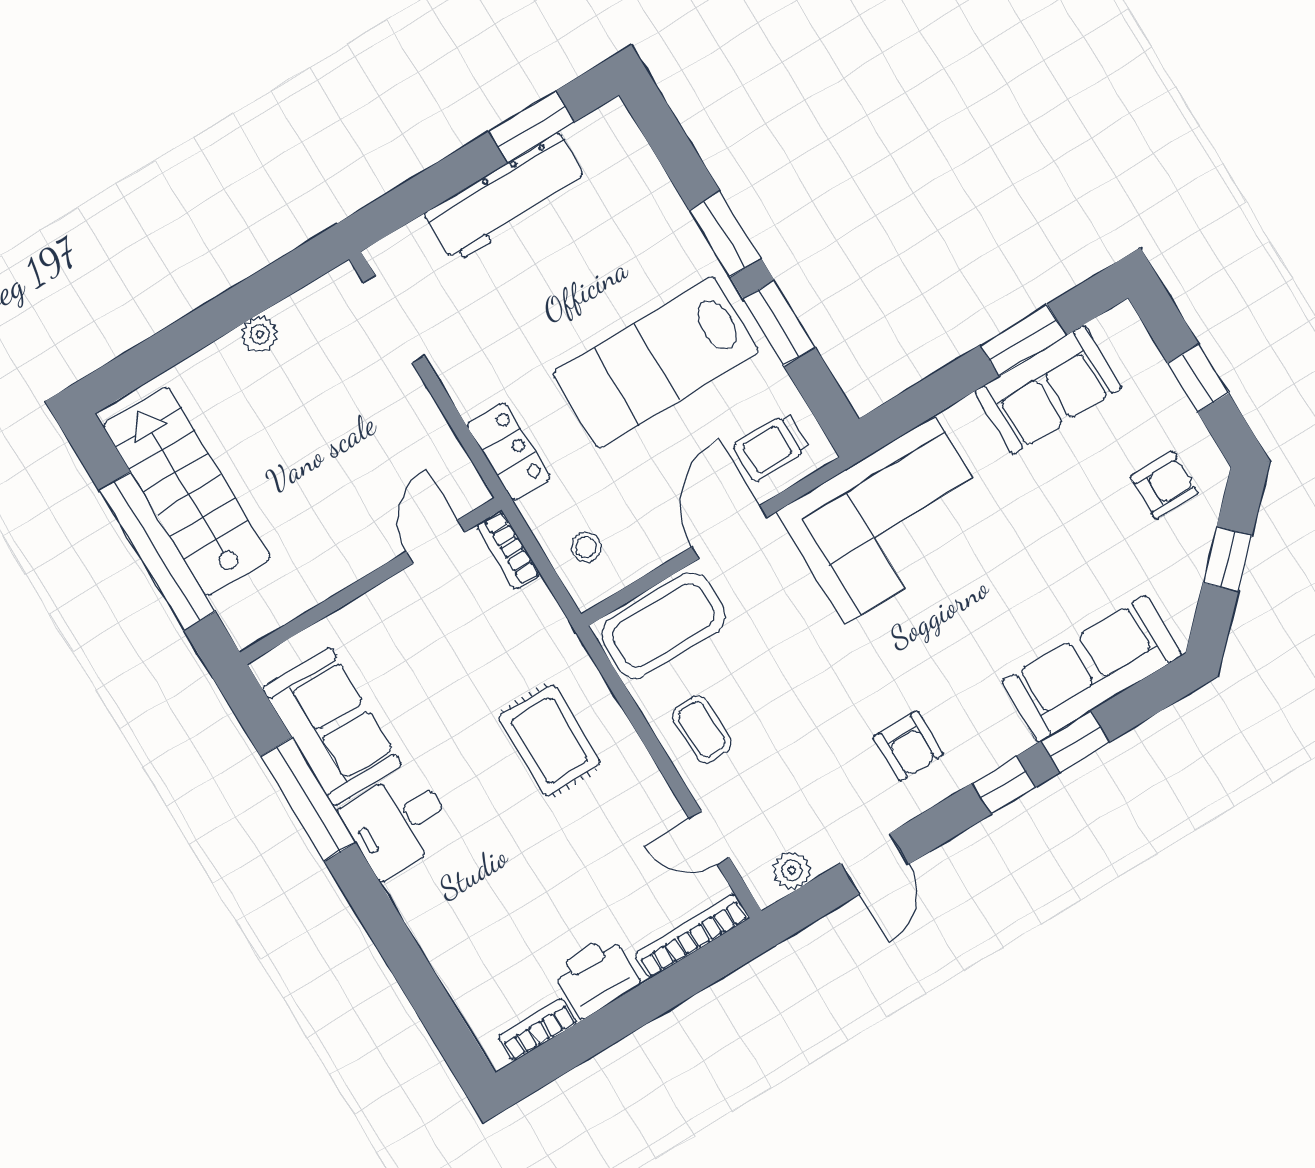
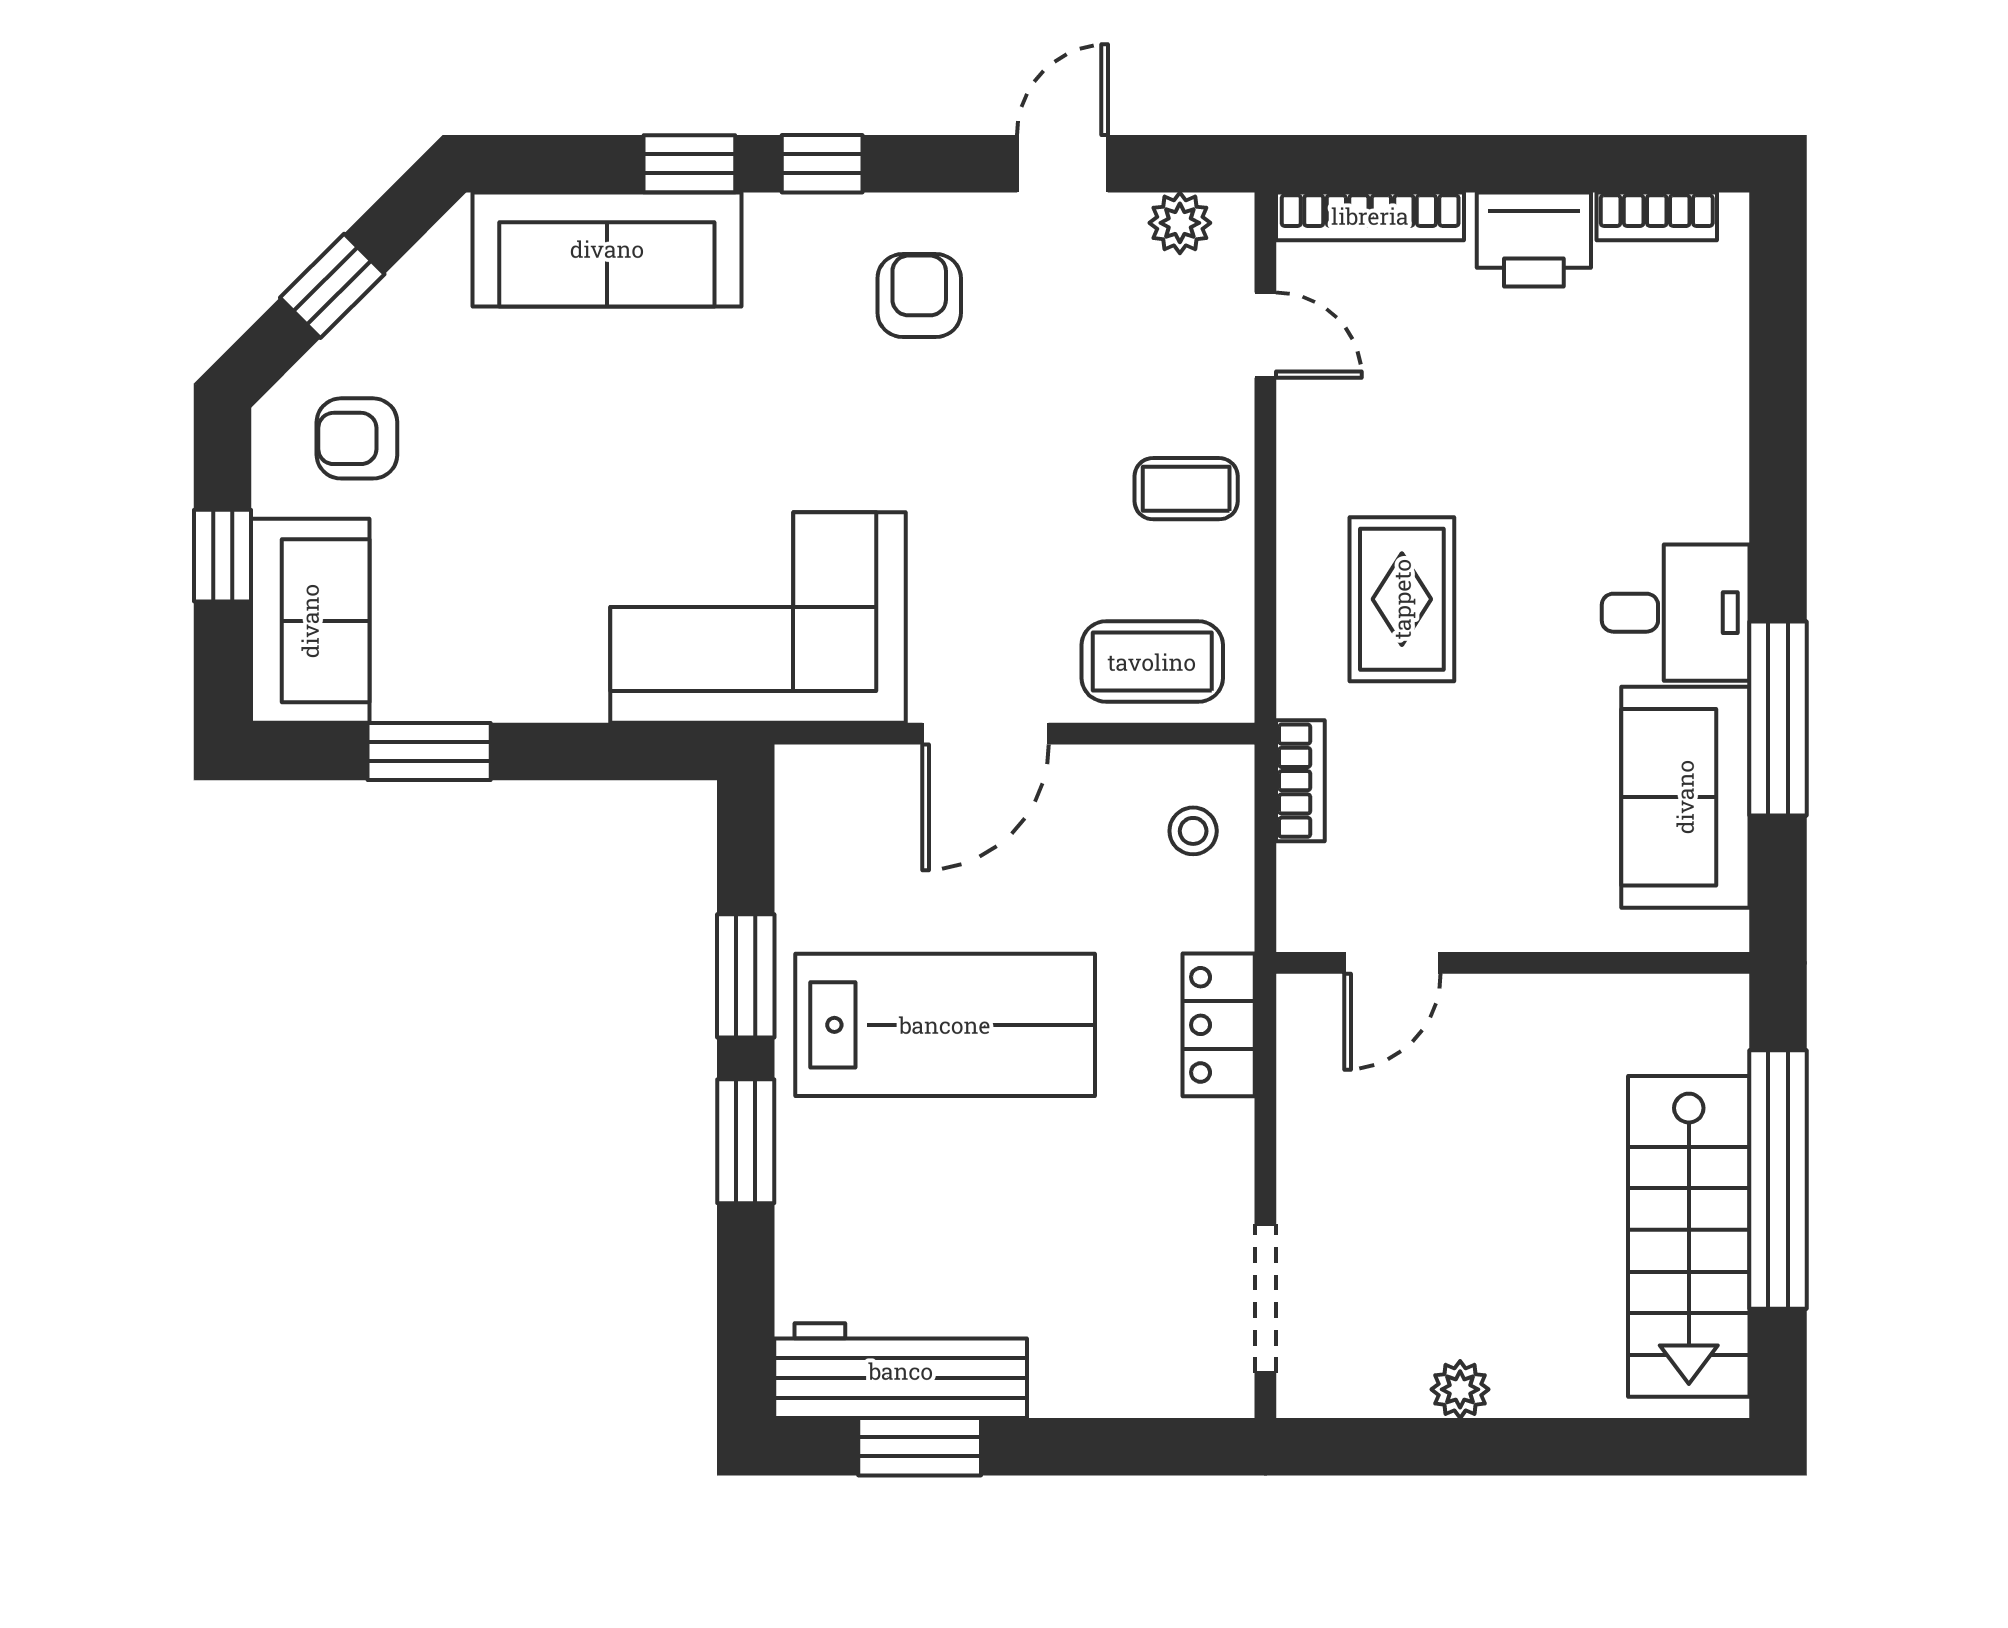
workbench: (506, 198) -> (901, 1371), moved
sofa: (1048, 390) -> (310, 621), moved, turned 90
trolley: (771, 447) -> (859, 814), removed
bookcase: (508, 550) -> (1300, 781), moved
coffee table: (663, 625) -> (1152, 662), width x0.73, depth x0.76
coffee table: (702, 729) -> (1186, 489), turned 90

